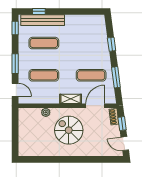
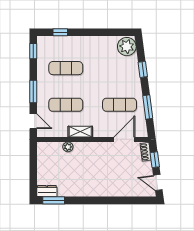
bench: (43, 20) -> (64, 42), removed
plant: (97, 24) -> (127, 47), added
shelving: (71, 99) -> (80, 132), moved
spiral stairs: (69, 130) -> (94, 167), removed
dresser: (27, 151) -> (47, 191), added
window: (33, 159) -> (54, 200), added

